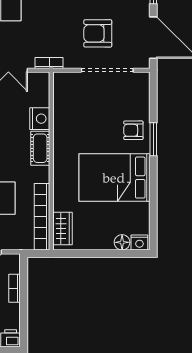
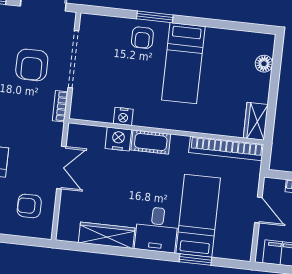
bookcase: (49, 63) -> (60, 106), moved
bed: (114, 178) -> (183, 63), width x0.67
wardrobe: (62, 228) -> (256, 121), moved, turned -90
nightstand: (139, 242) -> (123, 116), moved, turned 90

